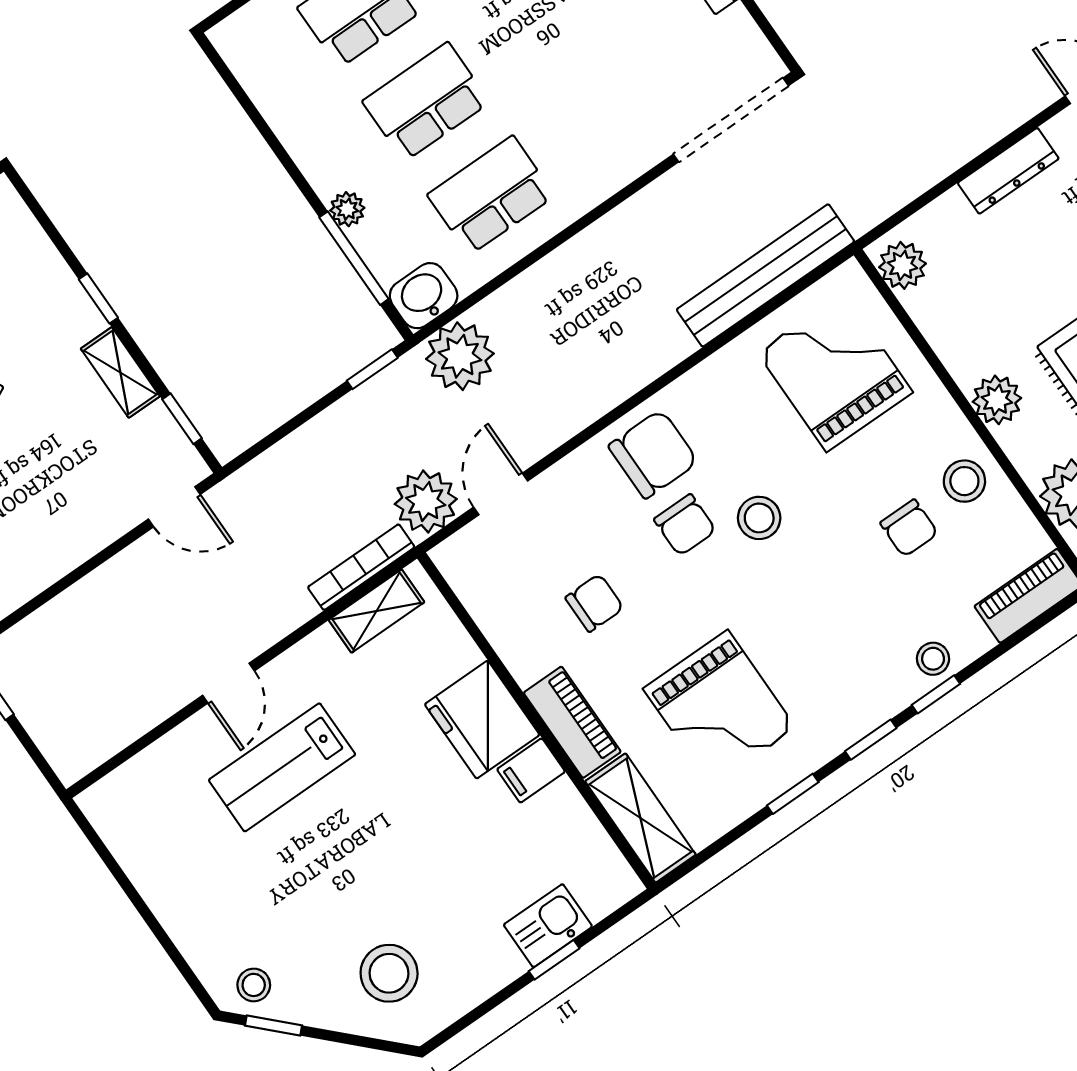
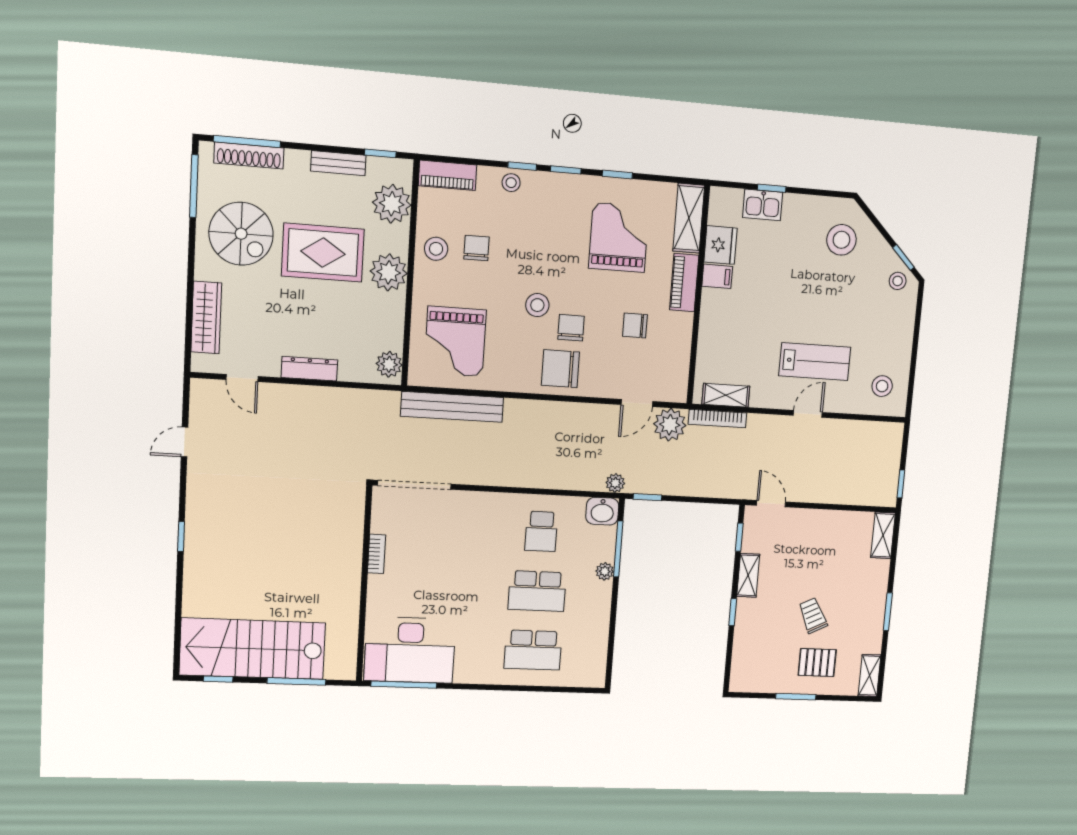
school desk: (491, 195) -> (541, 531), width x0.54
plant: (460, 356) -> (615, 483), width x0.53, depth x0.53
plant: (997, 400) -> (389, 272), width x1.36, depth x1.36
fridge: (482, 720) -> (721, 245), moved, width x0.73, depth x0.75
stool: (148, 815) -> (882, 386), added

